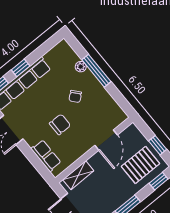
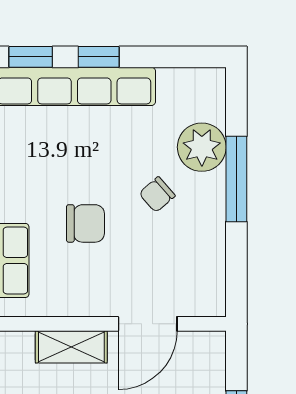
plant: (81, 67) -> (202, 147), width x1.87, depth x1.87
shelving: (78, 175) -> (71, 347), moved

